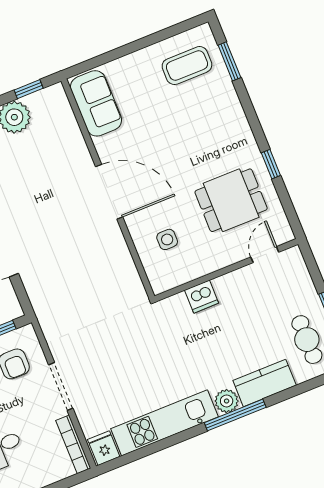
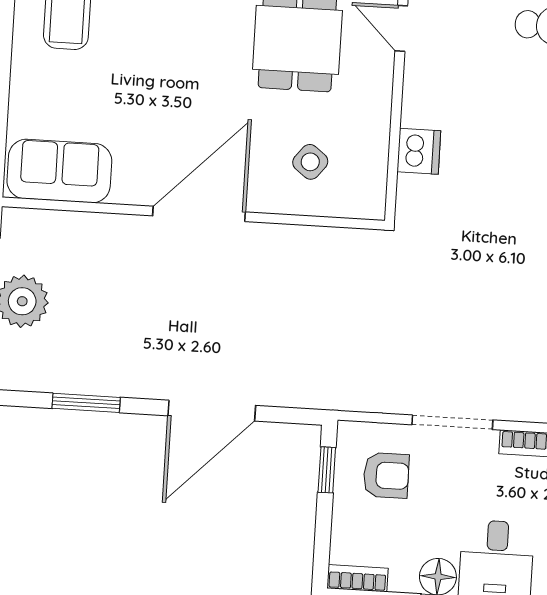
side table: (167, 239) -> (310, 162), turned 38

